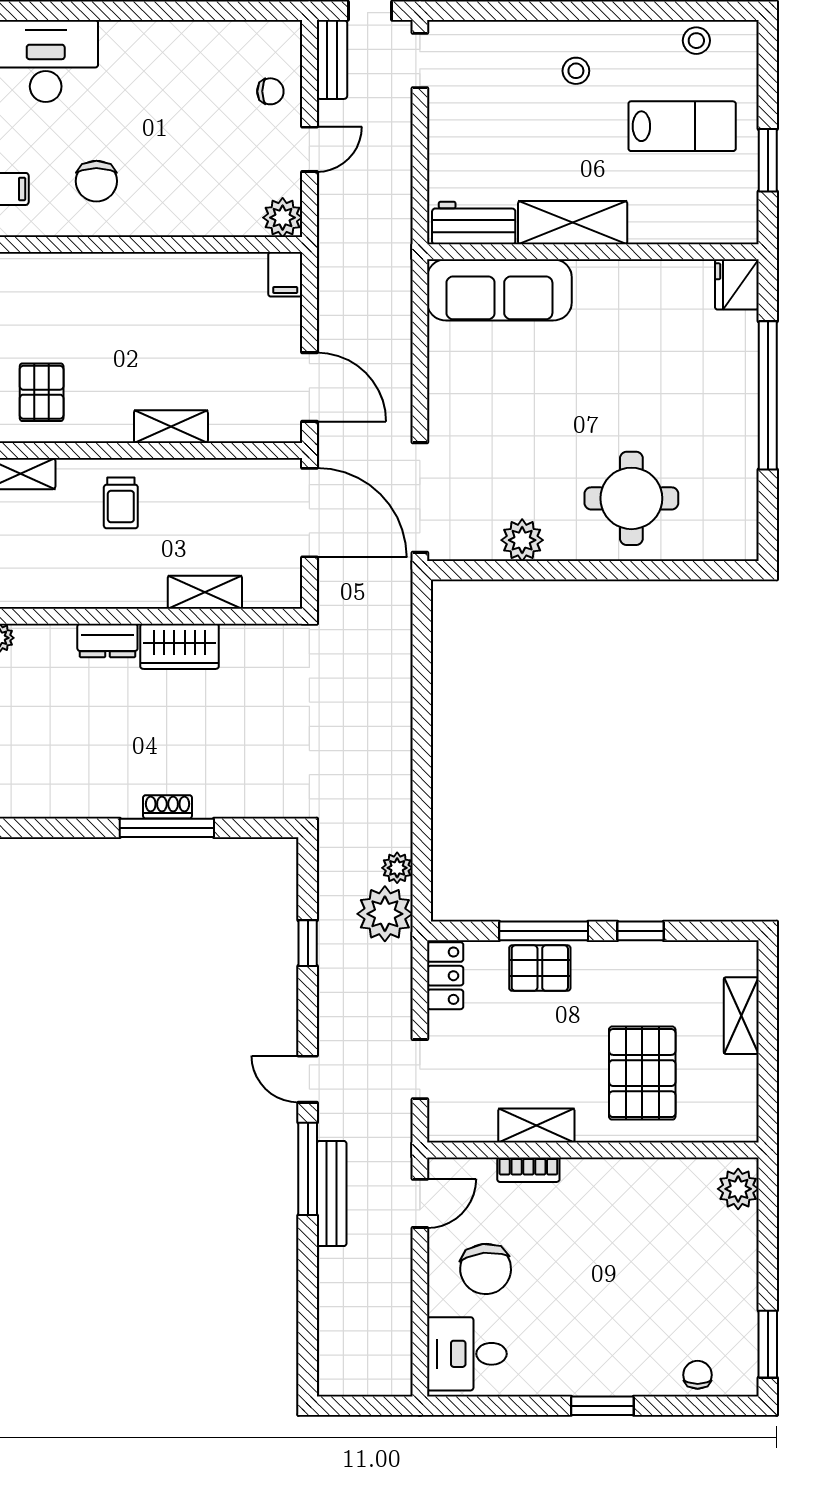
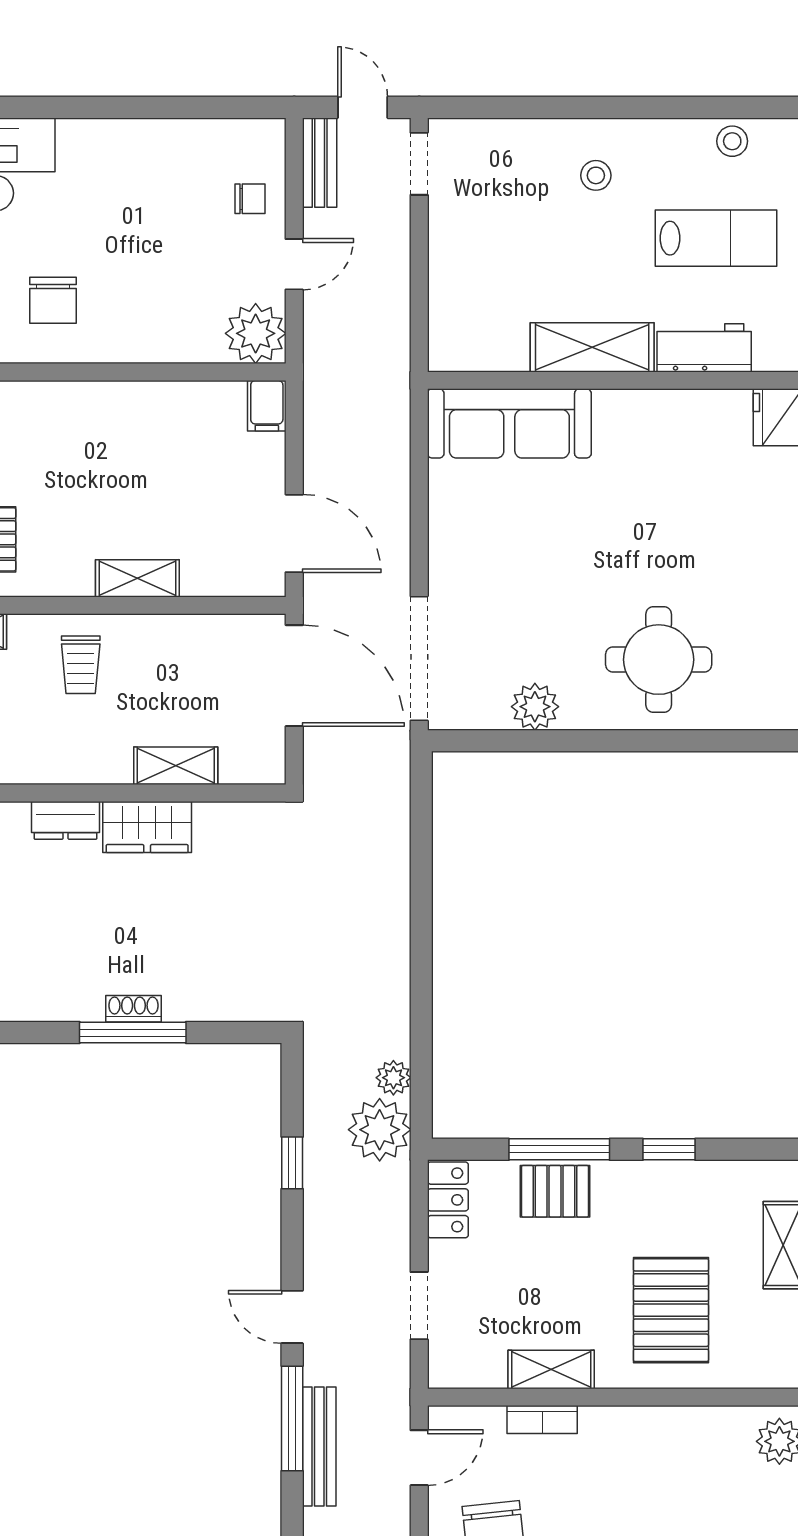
plant: (283, 218) -> (256, 333), width x1.36, depth x1.36
workbench: (474, 223) -> (704, 348), moved

